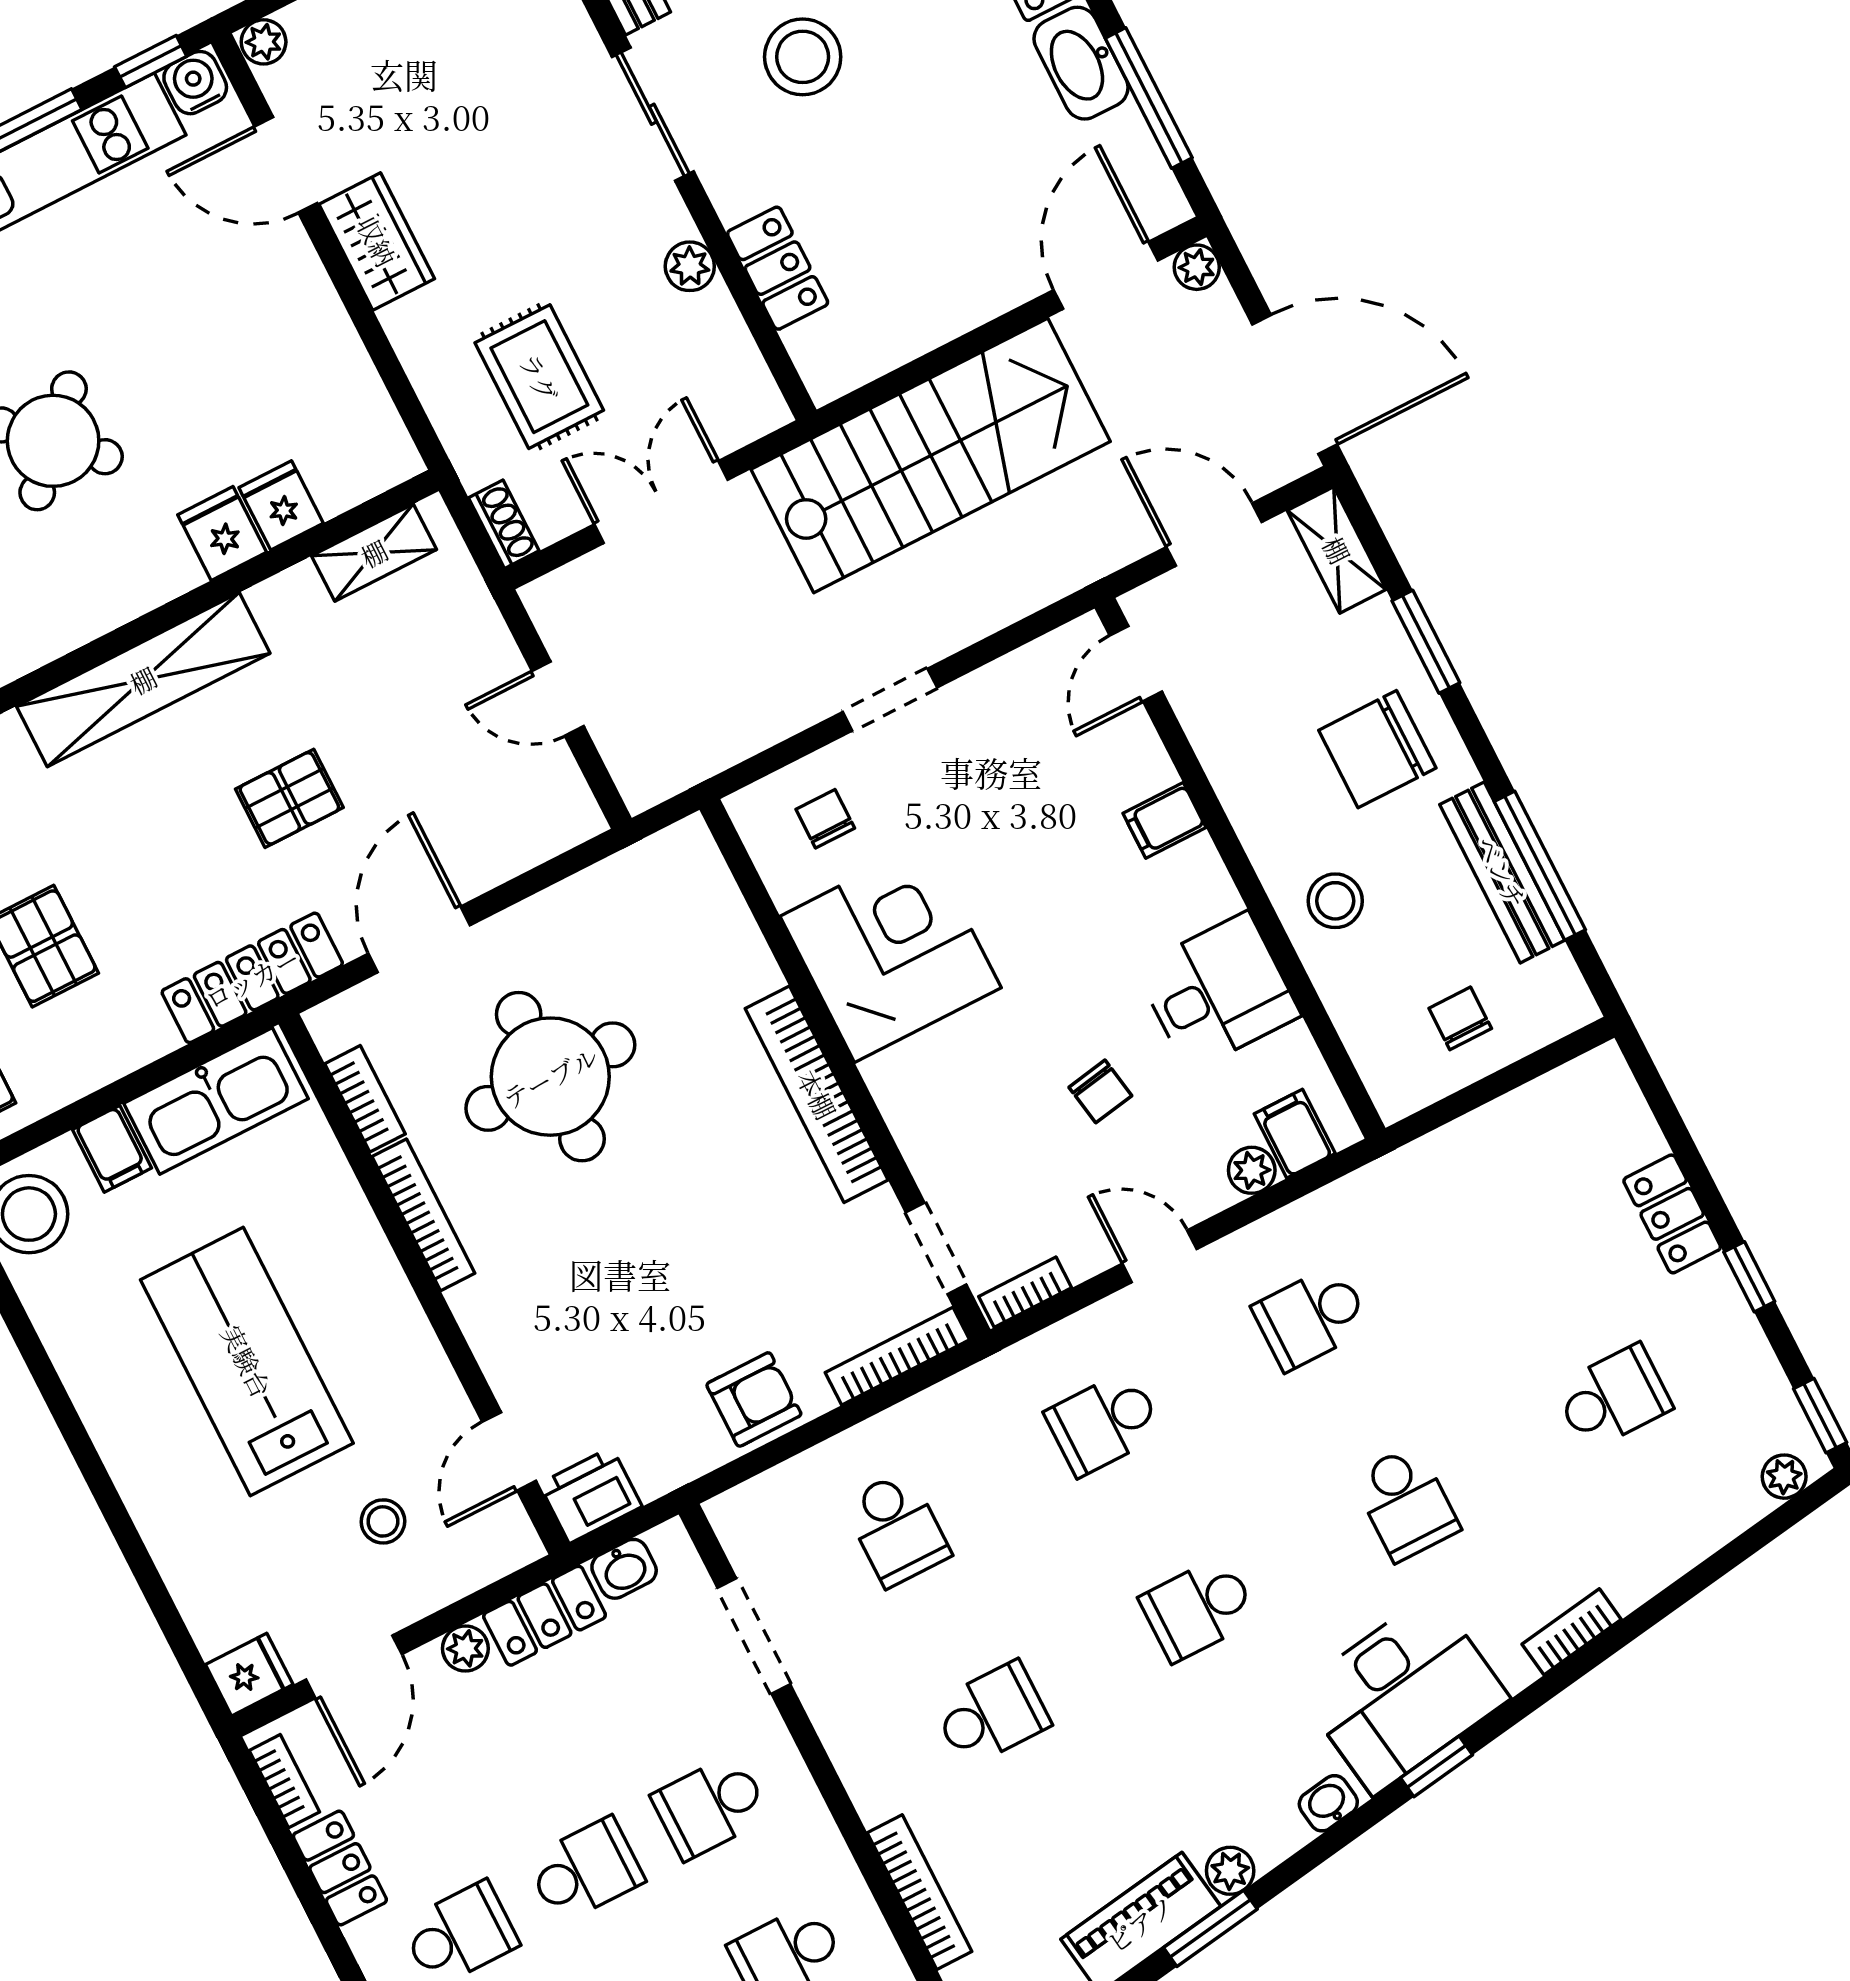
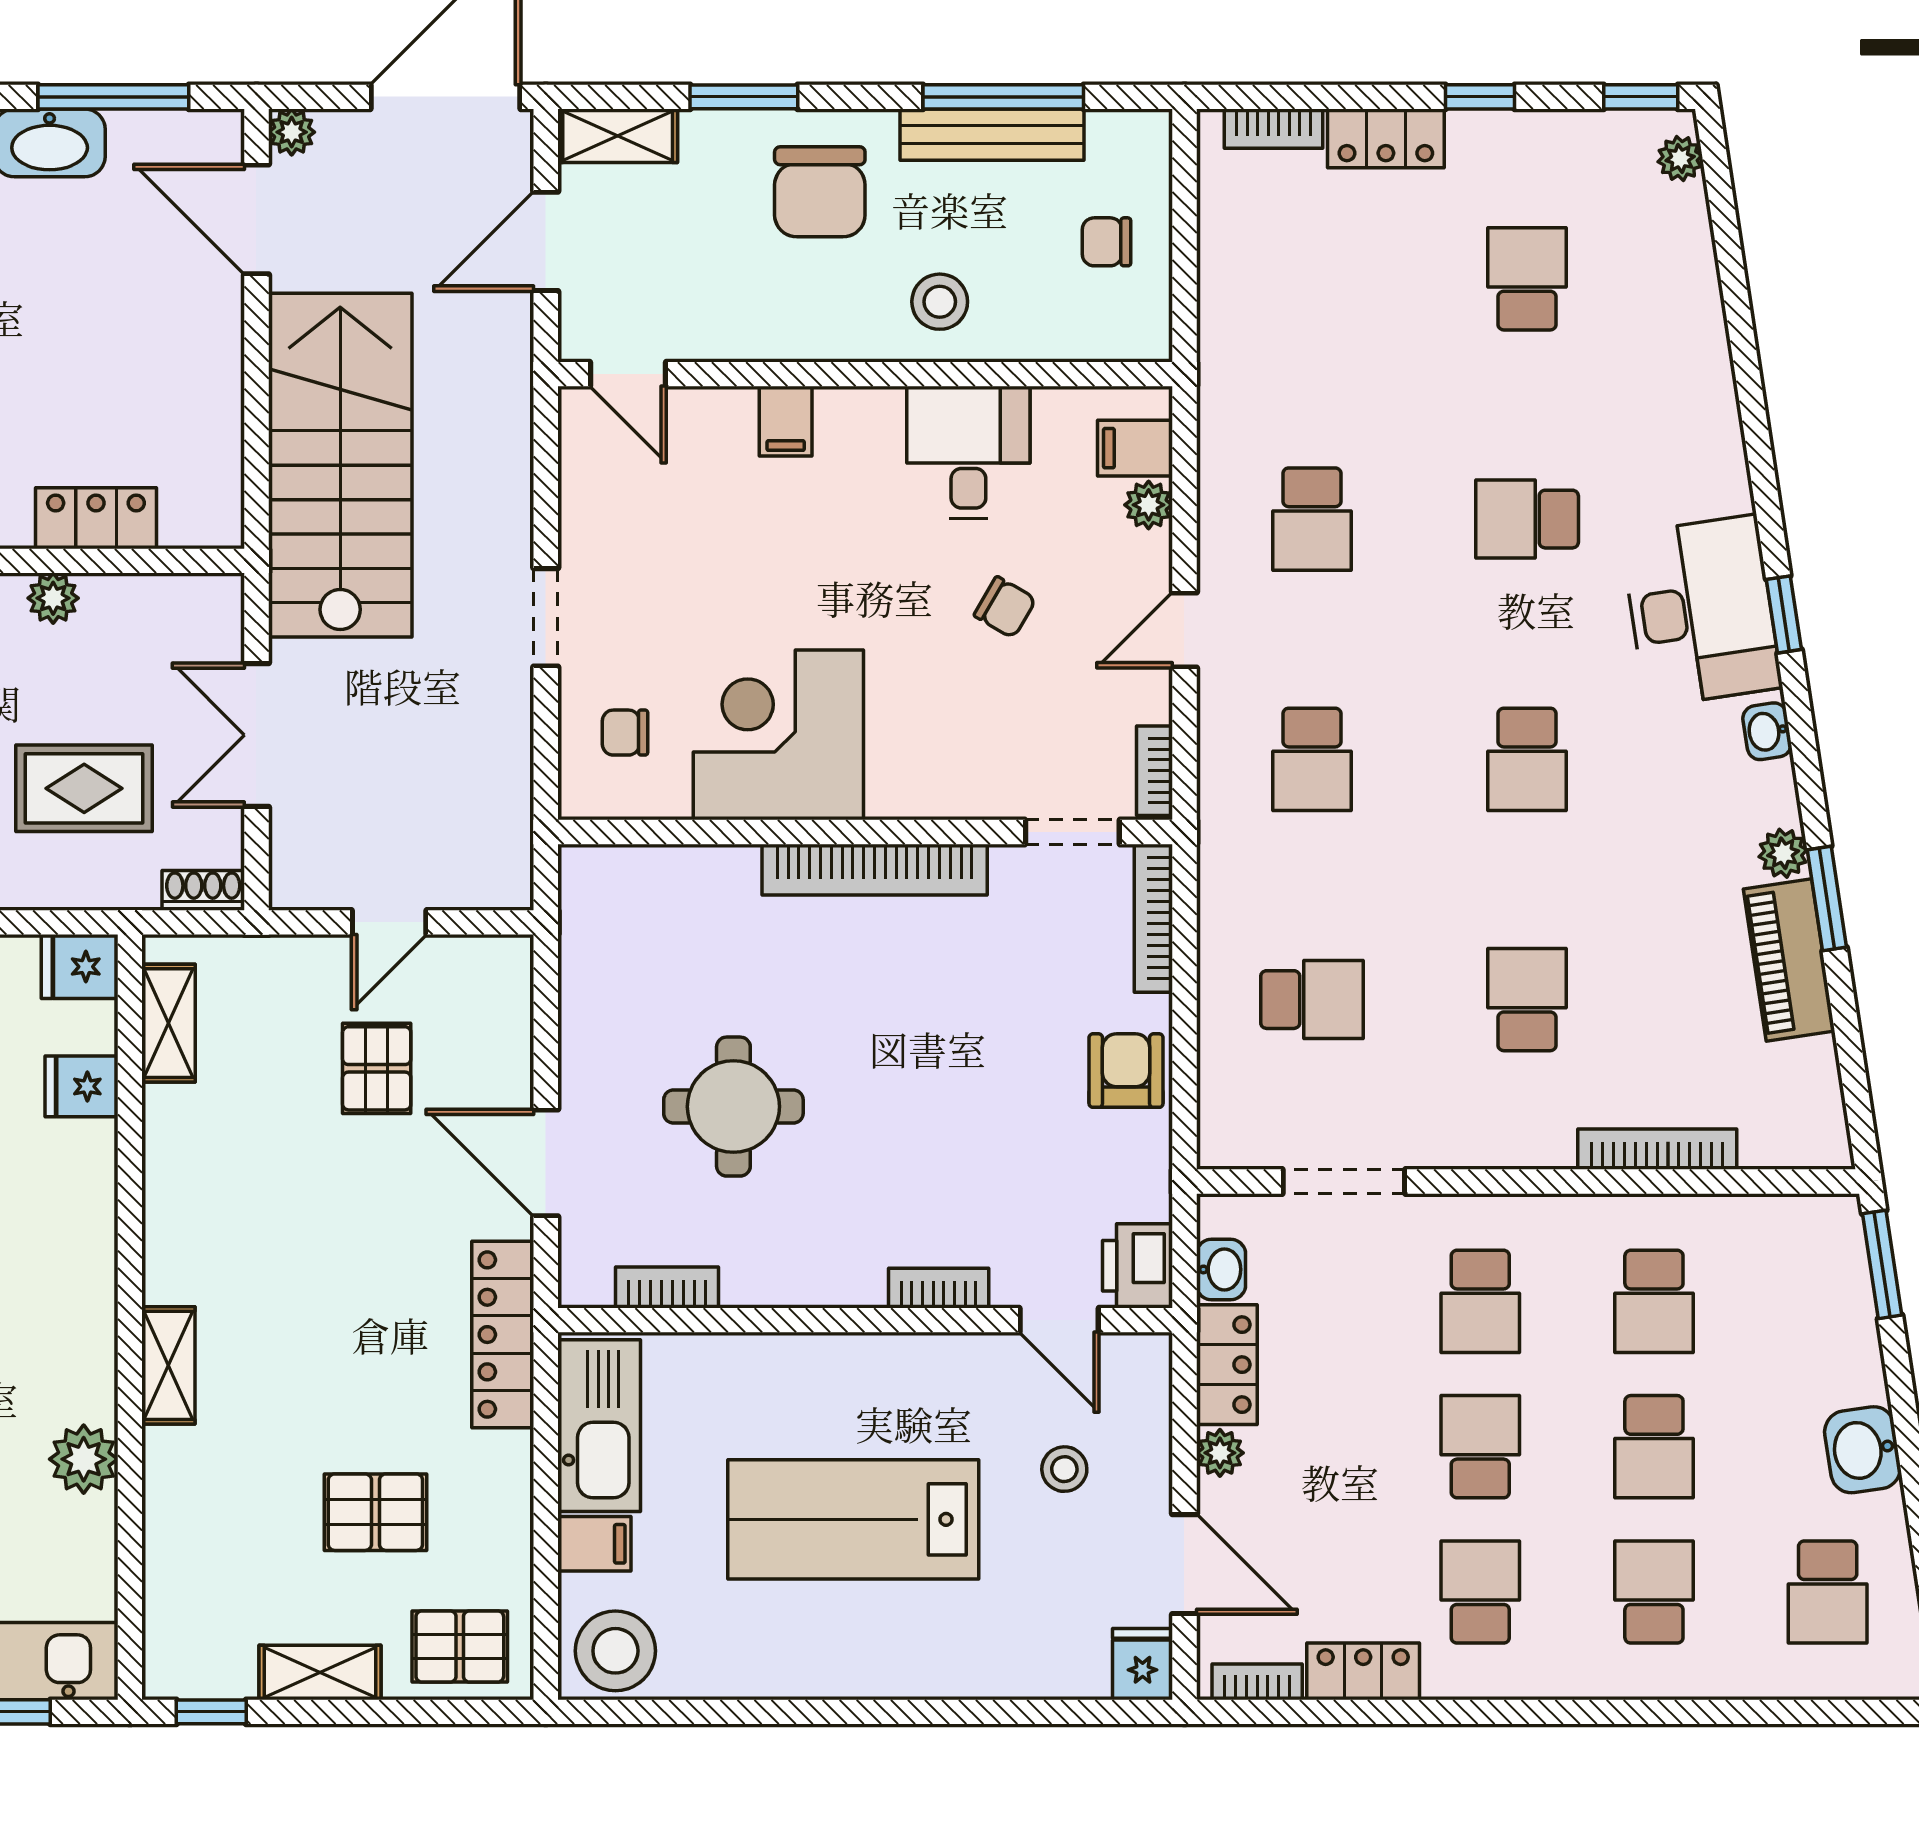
fridge: (222, 533) -> (80, 967), moved
shelving: (143, 680) -> (168, 1365), width x0.45, depth x0.75
pallet: (289, 798) -> (377, 1068), moved
round table: (550, 1077) -> (733, 1107), width x0.73, depth x0.73
chair: (1100, 1091) -> (1005, 607), turned 40
bookcase: (423, 1215) -> (939, 1288), moved, width x0.64
school desk: (1406, 1503) -> (1527, 519), turned 180
bookcase: (1572, 1632) -> (1274, 129), moved, turned -81

